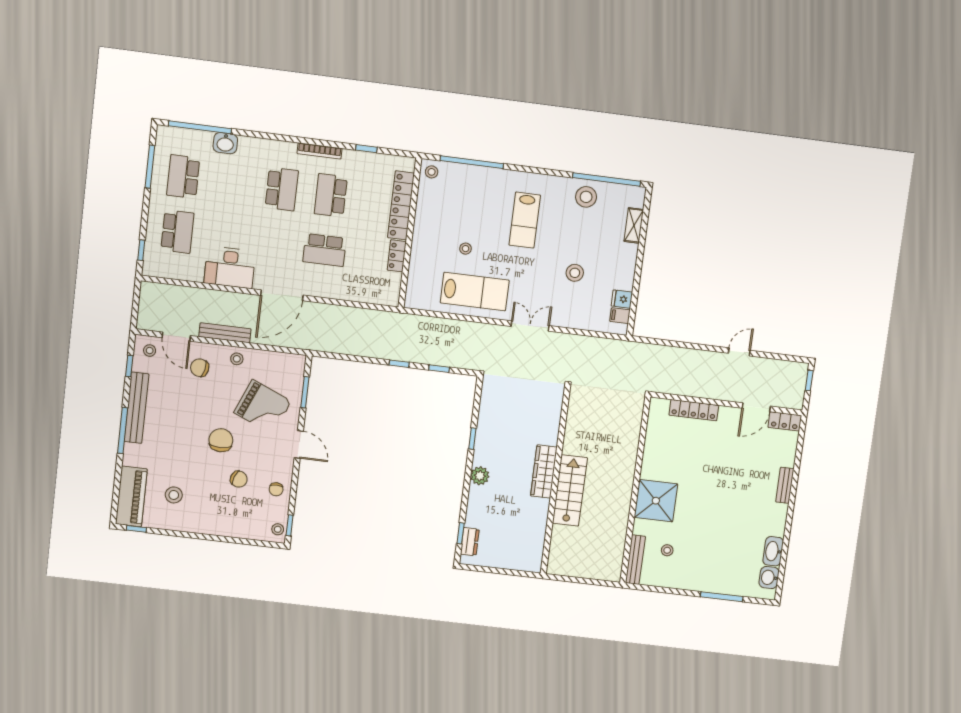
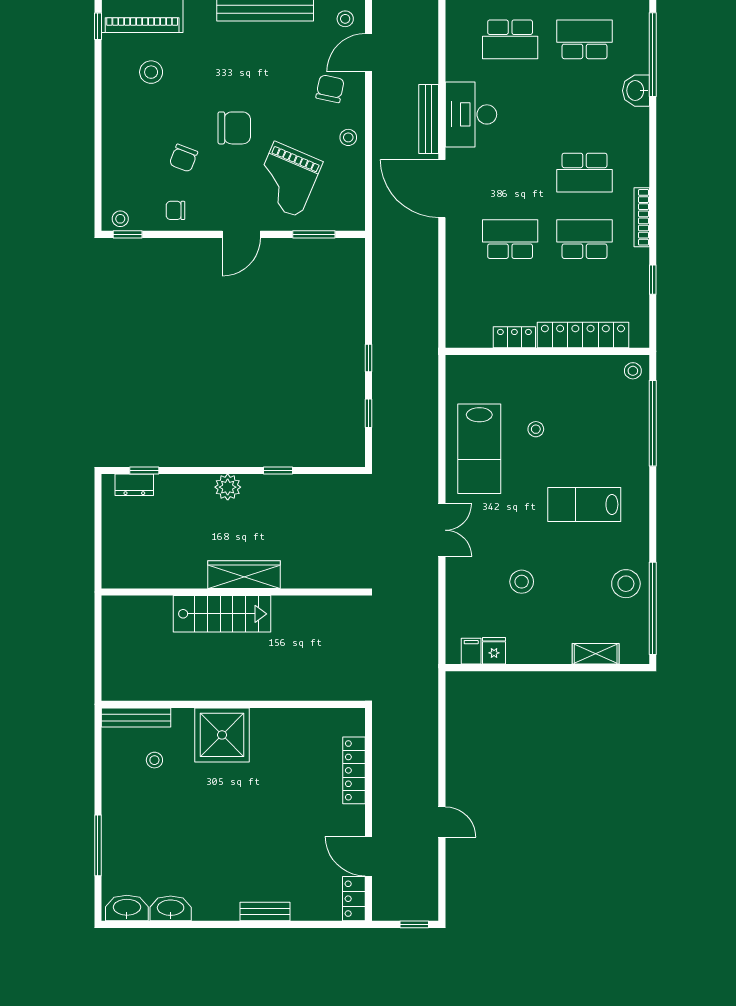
school desk: (325, 250) -> (510, 239), turned 90
bench: (225, 333) -> (429, 119), moved
washbasin: (769, 578) -> (127, 908), width x1.38

